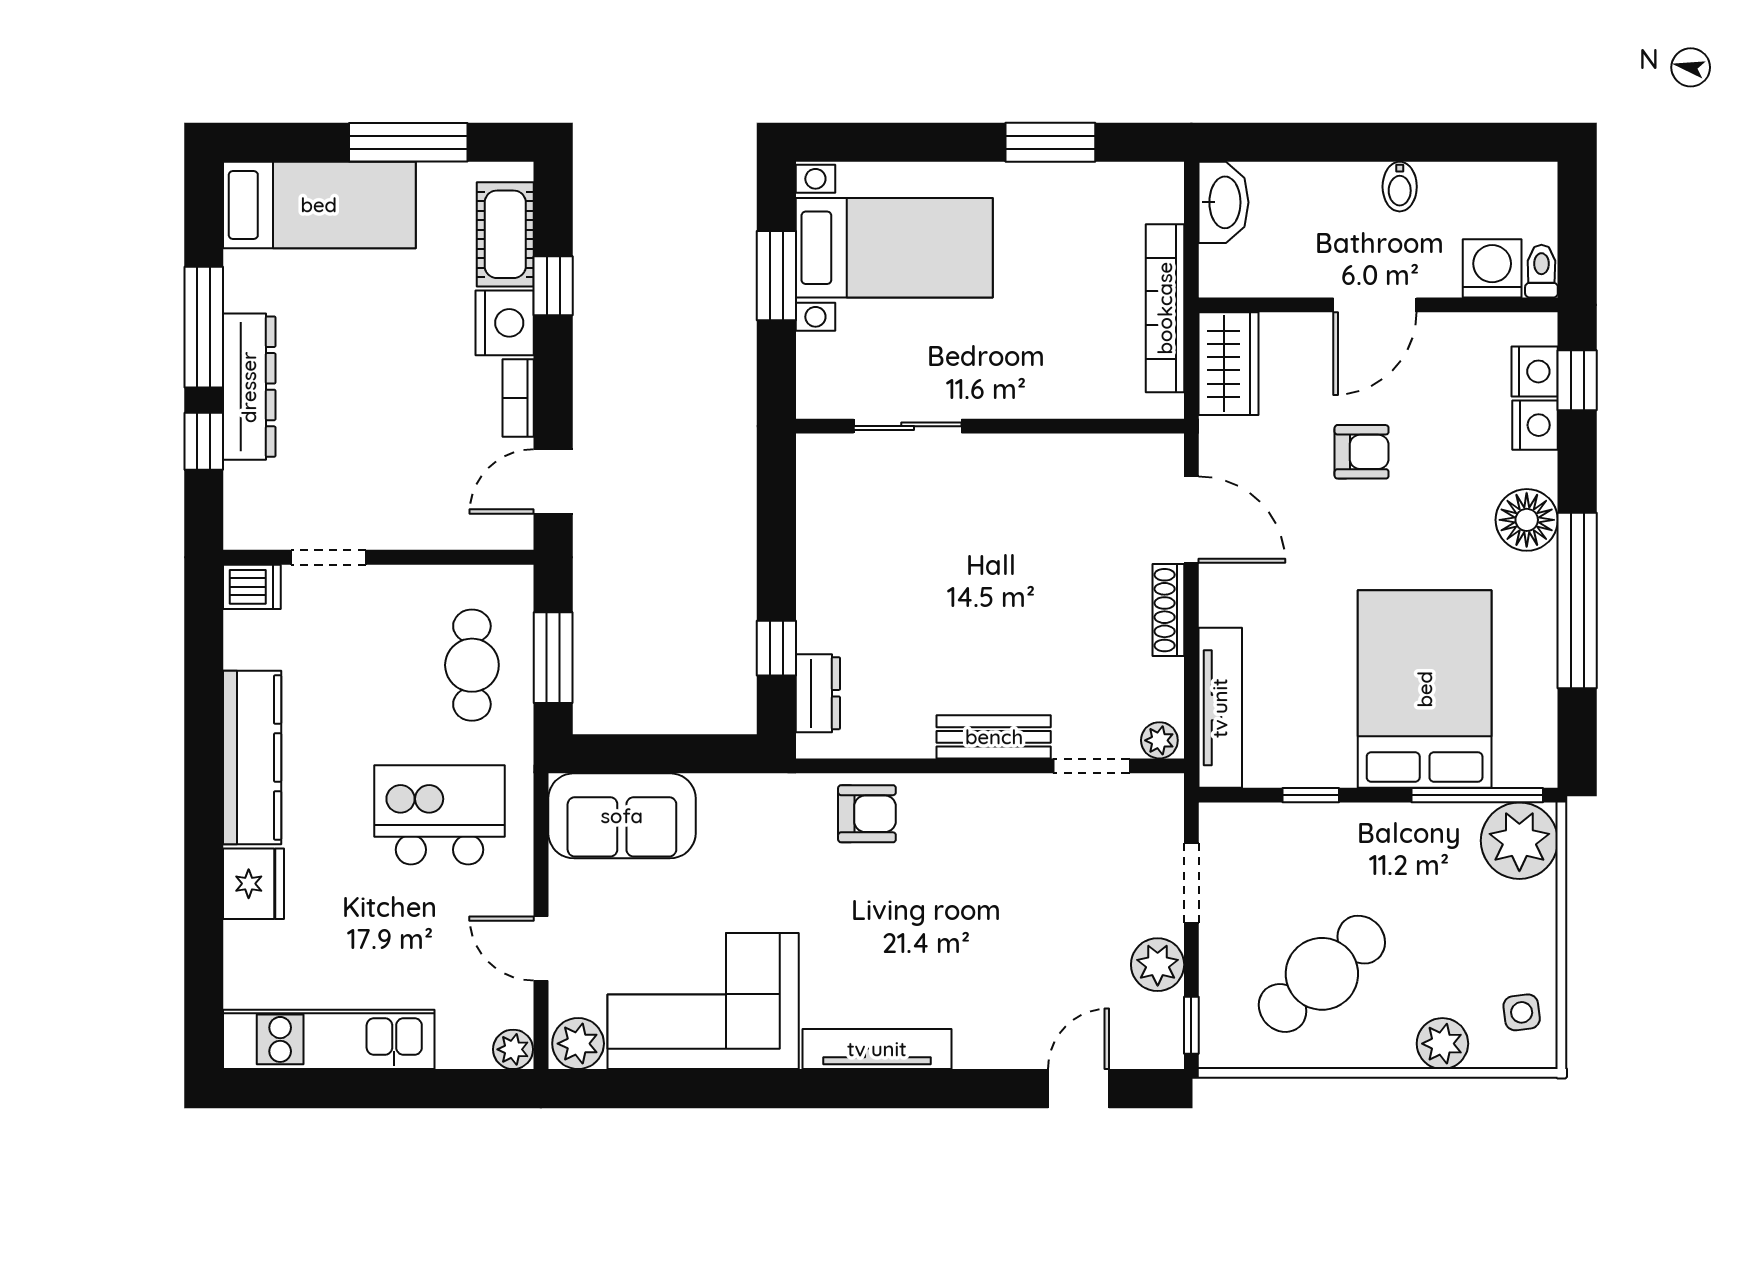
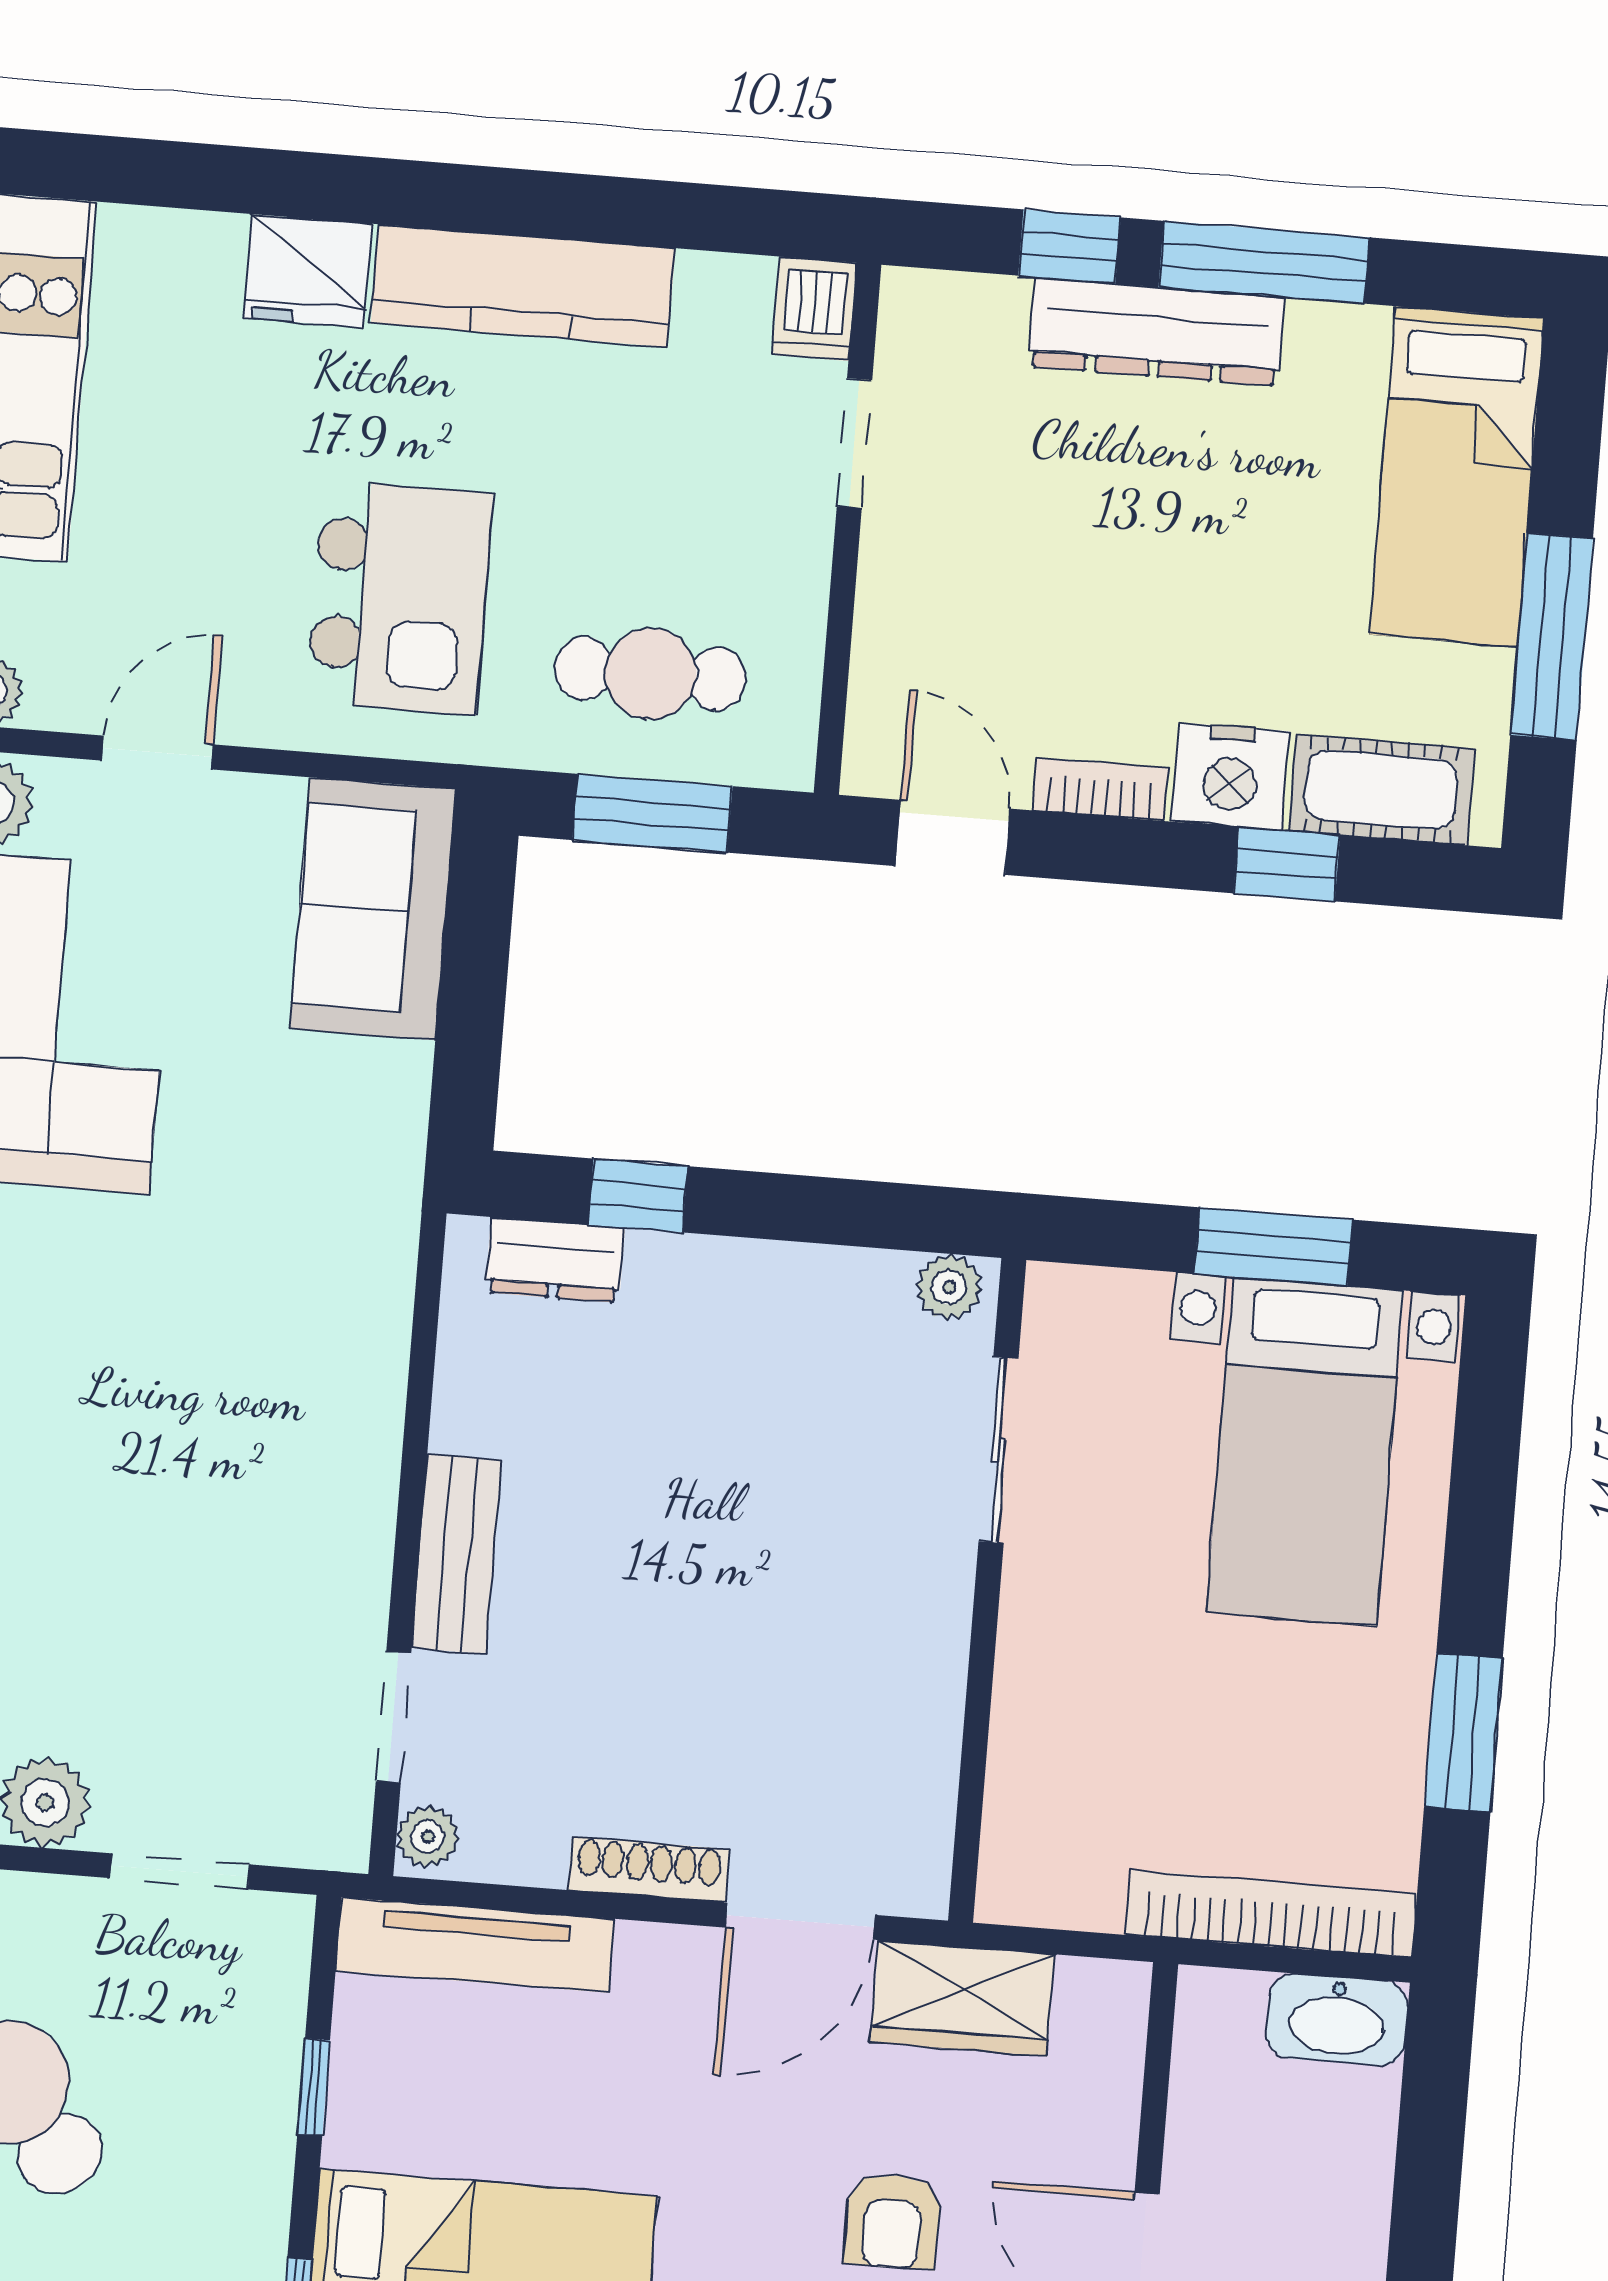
bookcase: (1165, 308) -> (1271, 1914), moved
wardrobe: (1228, 364) -> (963, 1998), moved
plant: (815, 463) -> (949, 1287), added
armchair: (867, 814) -> (343, 1327), removed

